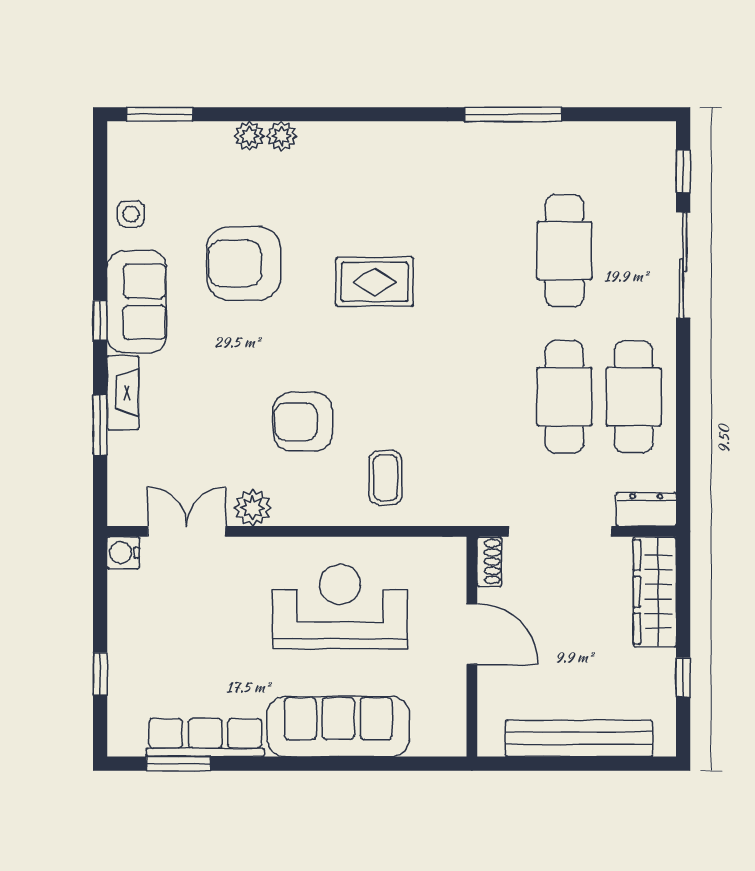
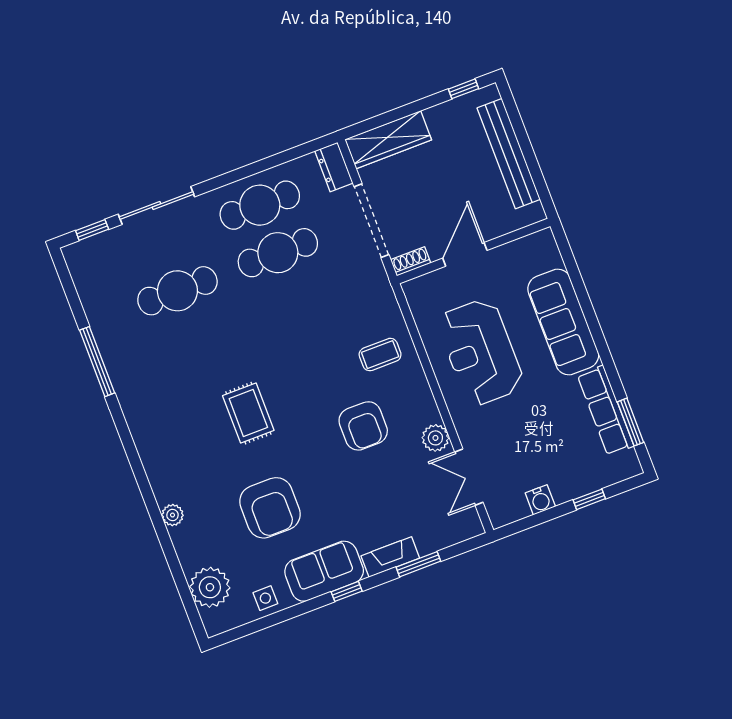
window: (160, 114) -> (189, 604), removed
plant: (249, 136) -> (210, 587), moved, width x1.87, depth x1.87
water cooler: (123, 553) -> (540, 500), moved
window: (683, 677) -> (463, 89), moved

